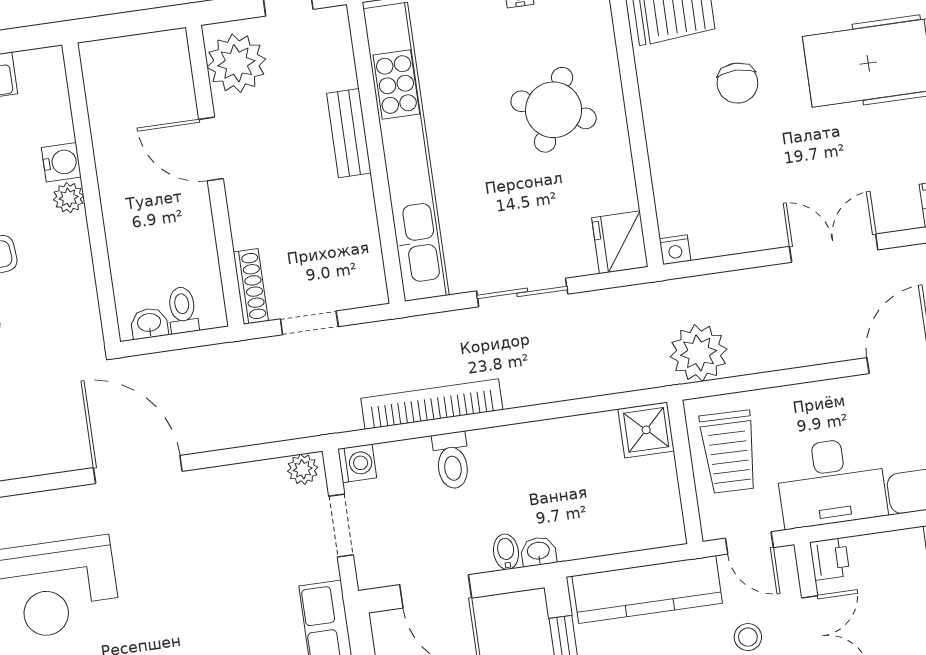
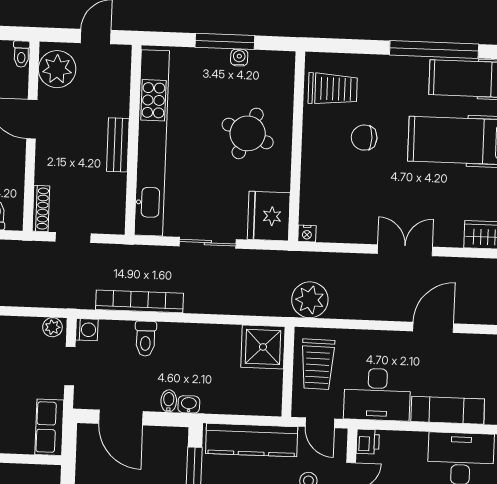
toilet: (176, 50) -> (21, 54), added
chair: (737, 83) -> (364, 138), turned 90
bench: (349, 133) -> (118, 145), moved
fridge: (620, 242) -> (269, 216), width x1.36, depth x1.34
shower: (646, 430) -> (263, 347), width x1.36, depth x1.36

